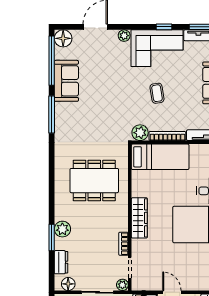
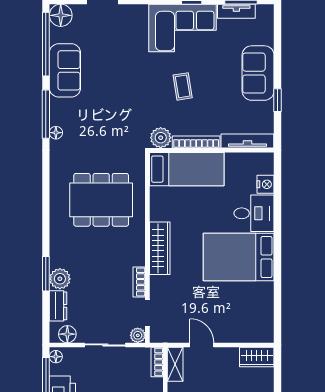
plant: (124, 36) -> (140, 12), removed
floor lamp: (59, 129) -> (56, 133), added
plant: (62, 229) -> (60, 279), moved

